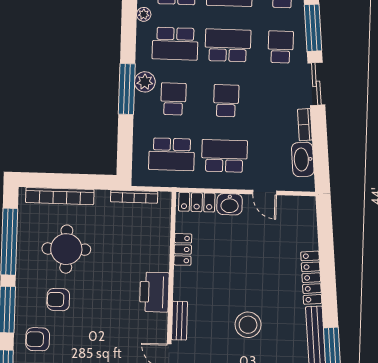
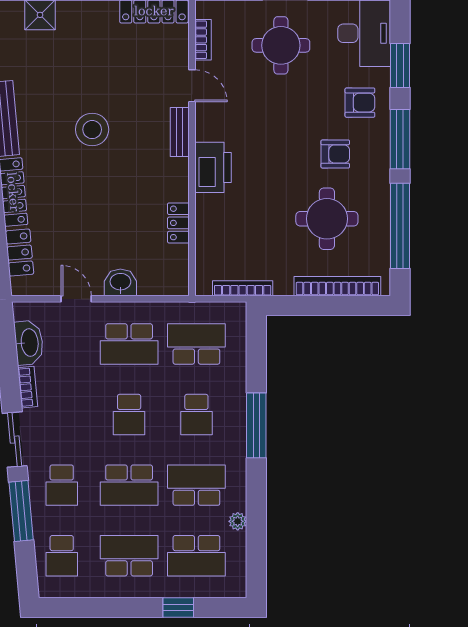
plant: (145, 82) -> (234, 435), removed
locker: (197, 202) -> (20, 253), moved, turned 85

